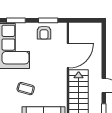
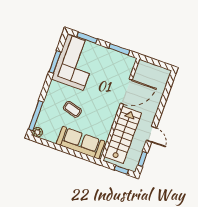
armchair: (44, 33) -> (111, 60), removed

